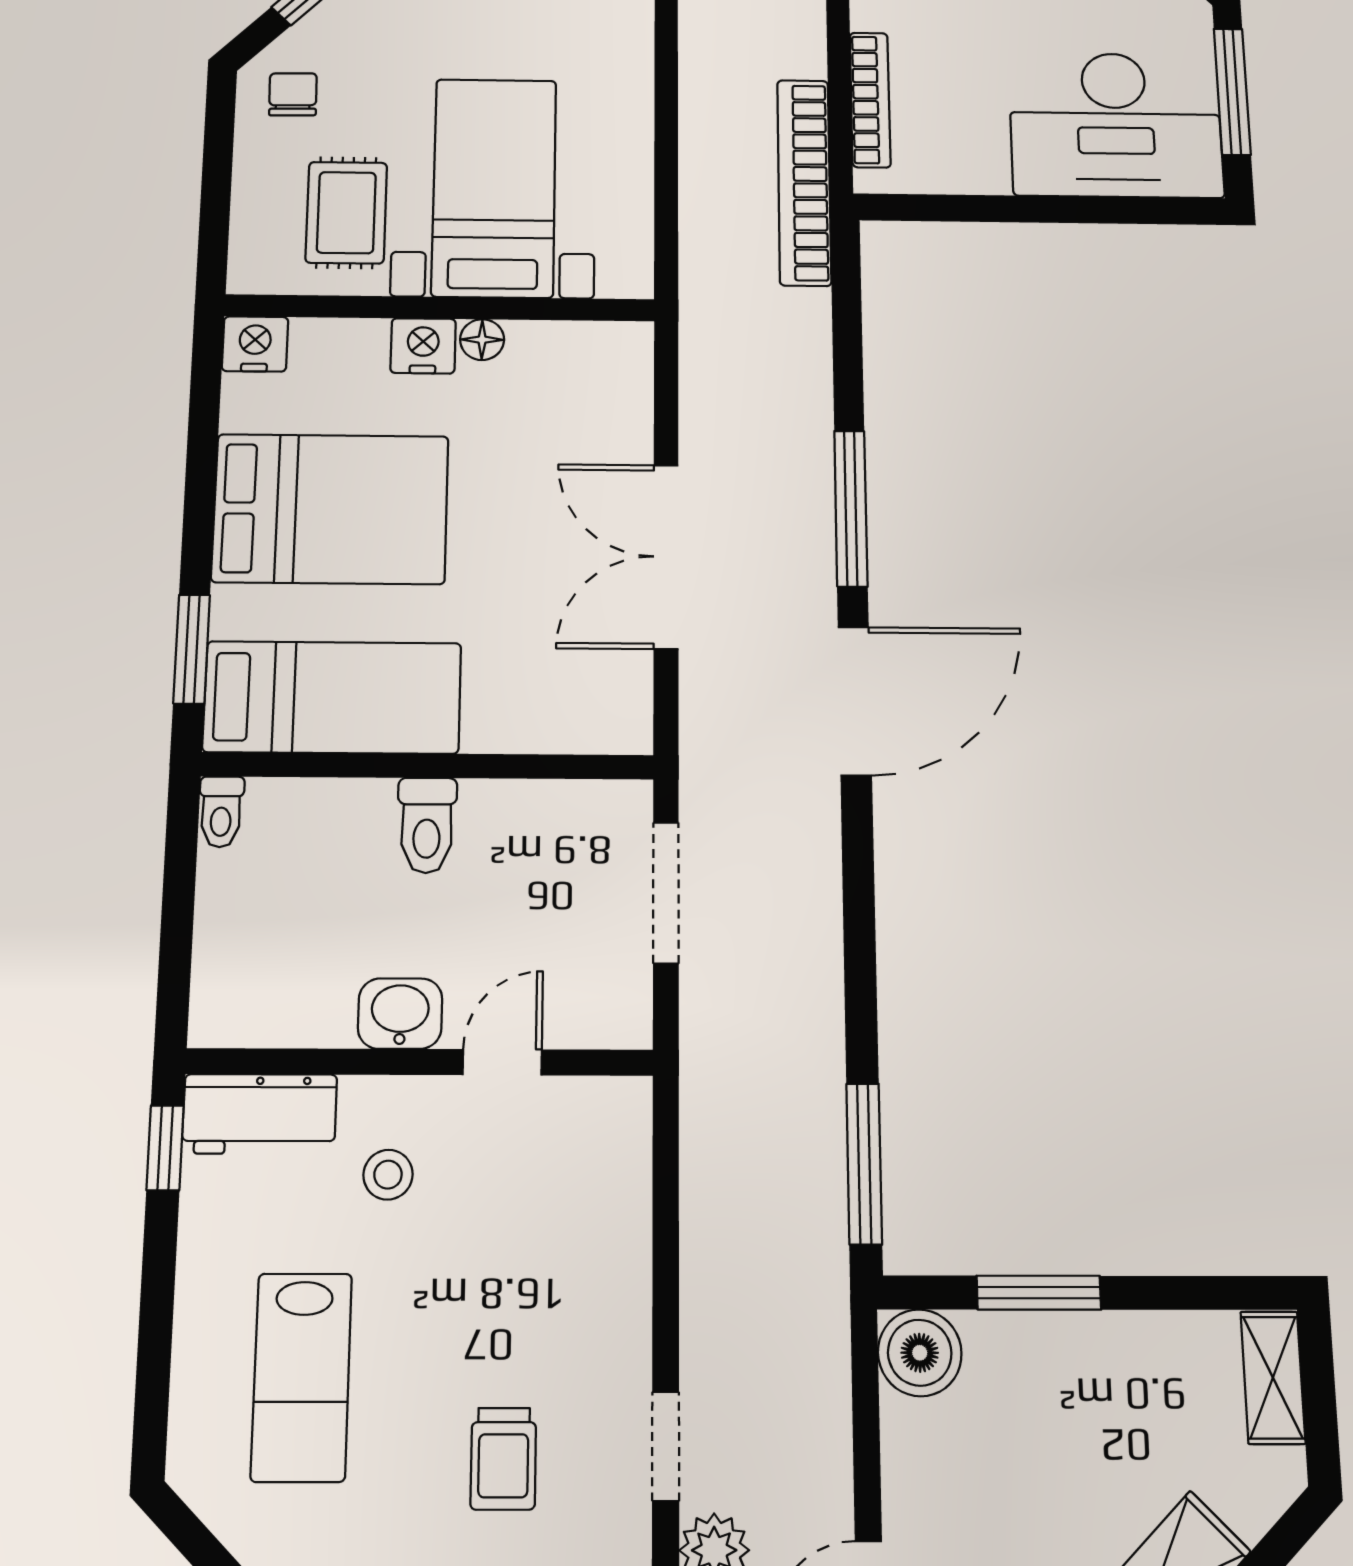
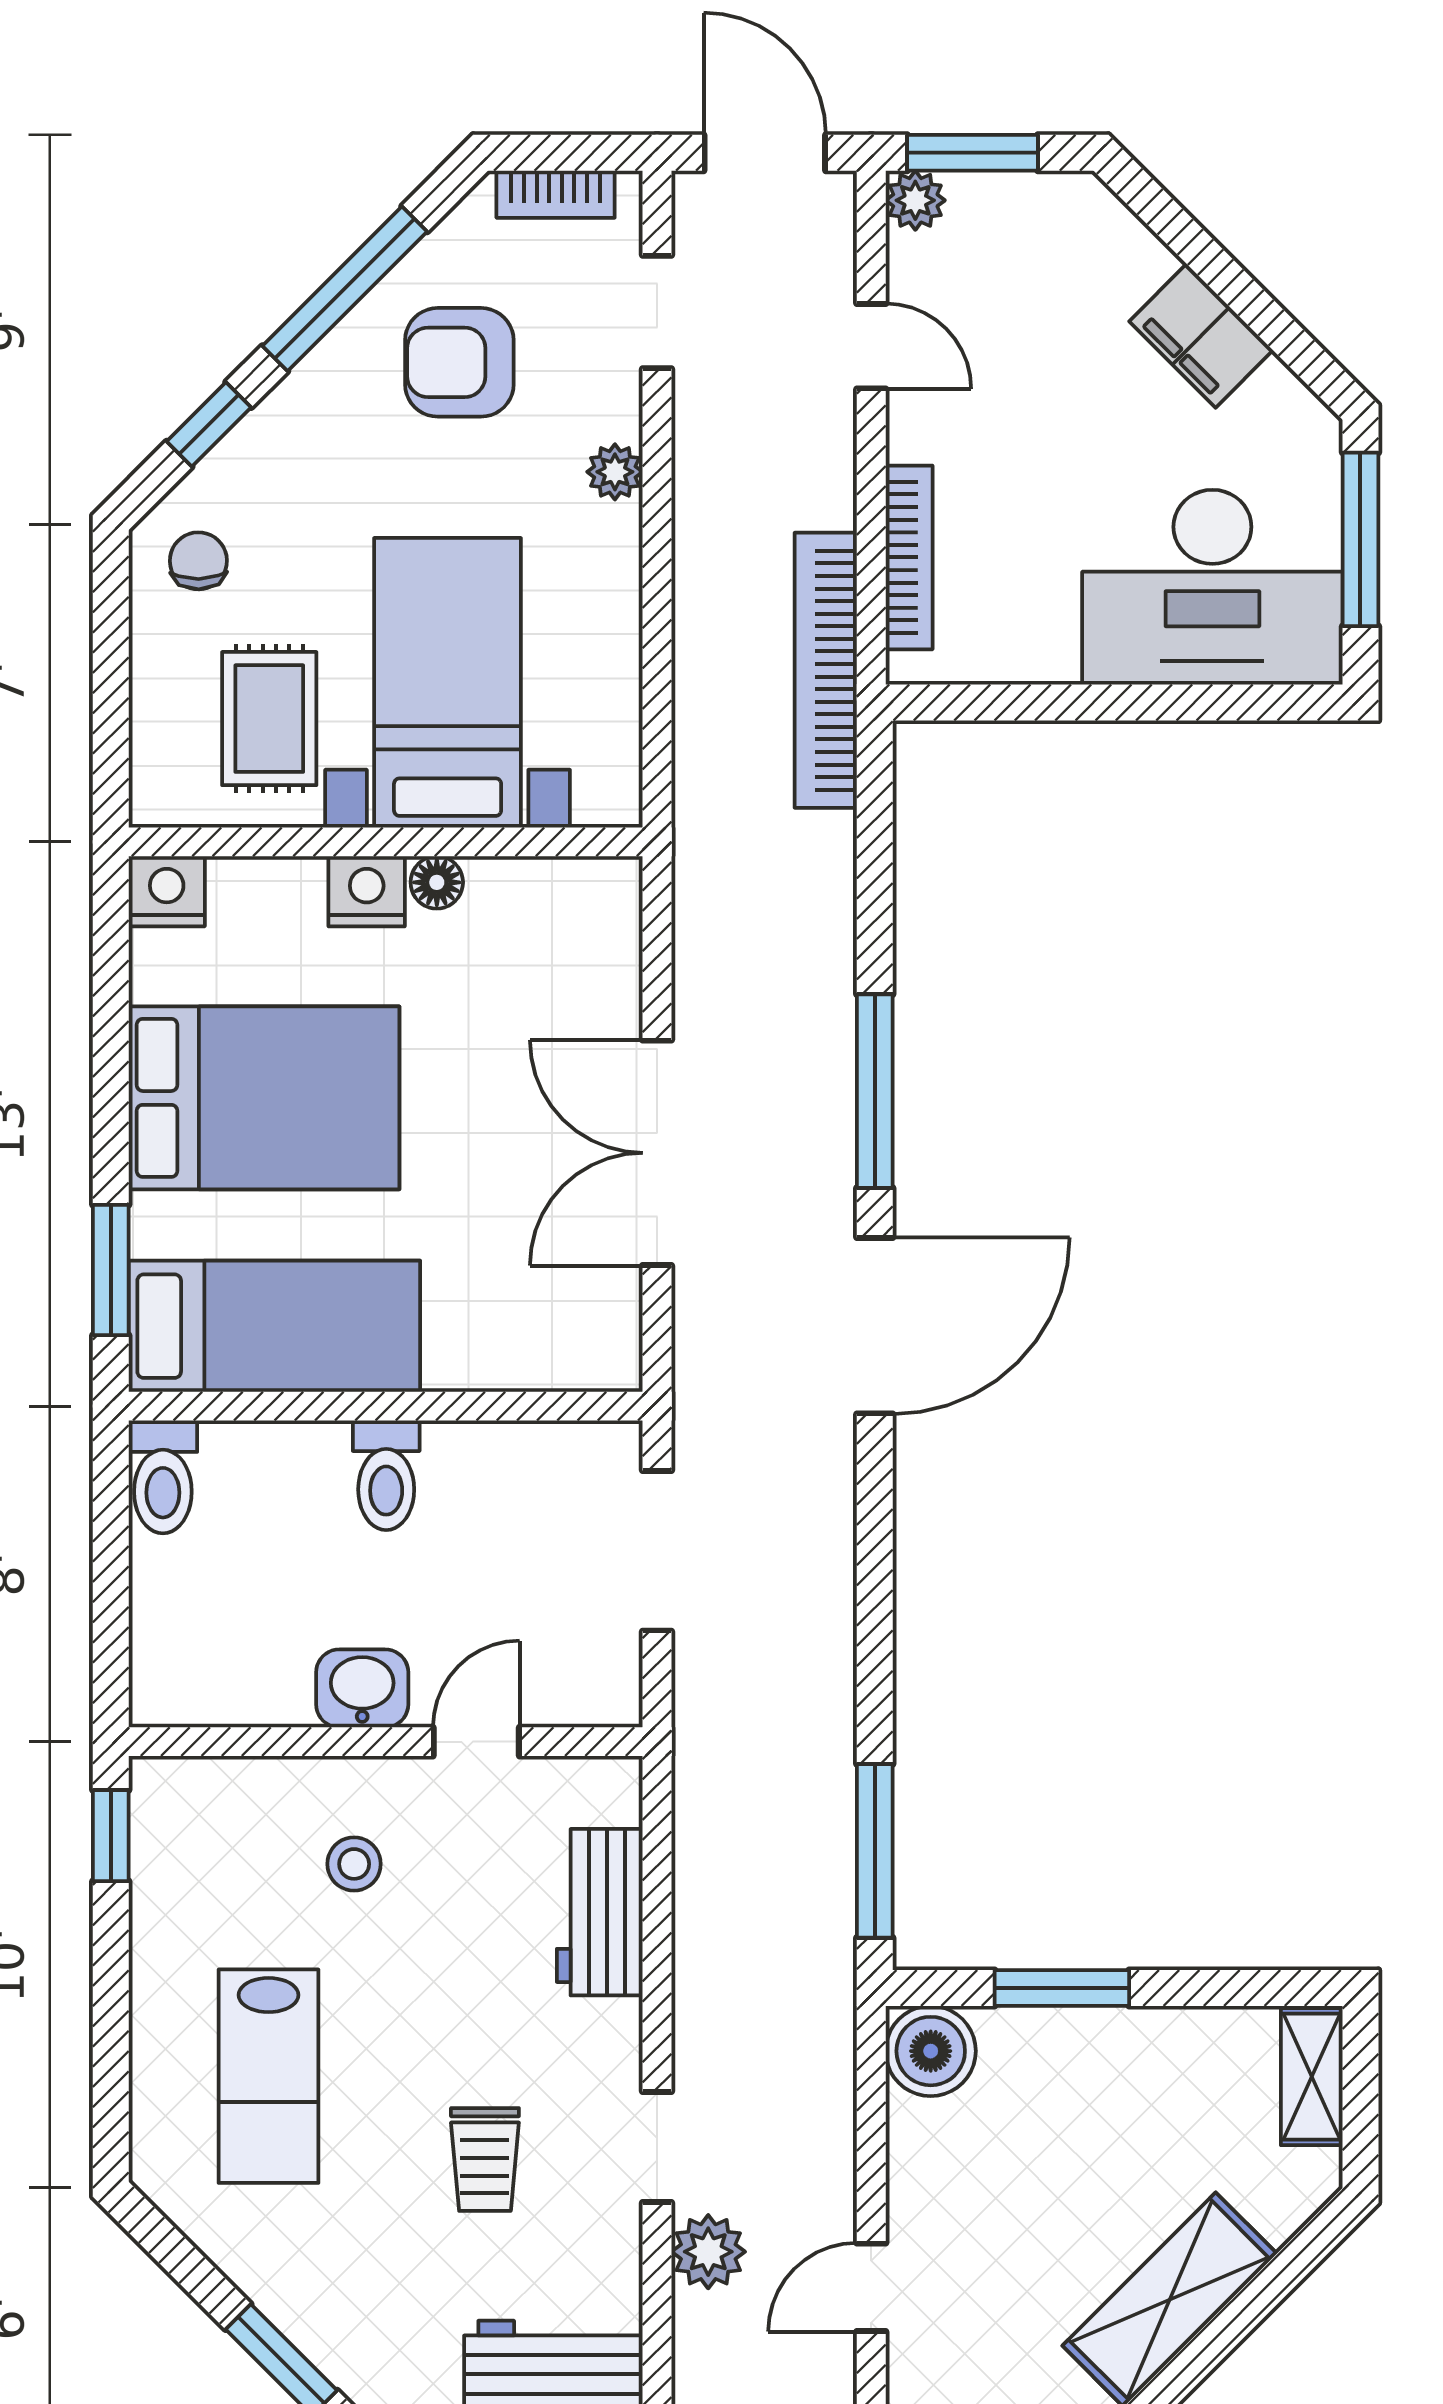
plant: (632, 34) -> (615, 472), added
toilet: (221, 812) -> (163, 1477), width x1.37, depth x1.39
workbench: (260, 1114) -> (600, 1912), moved, turned 90

